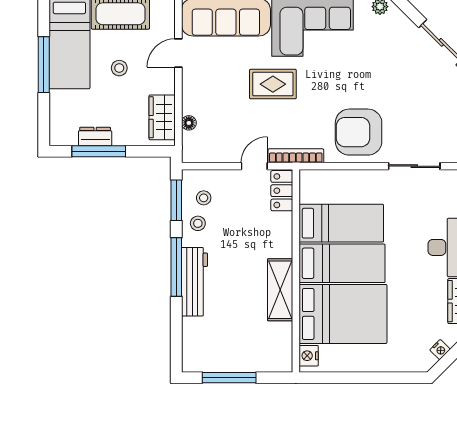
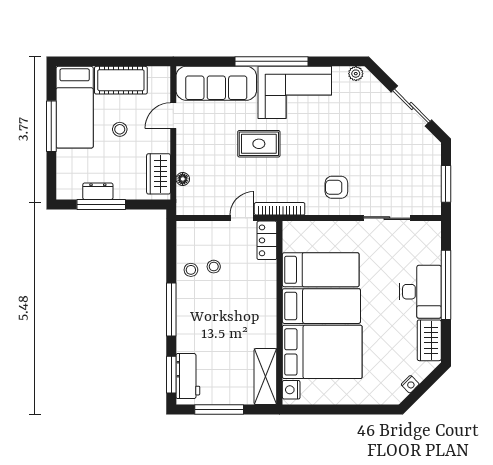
armchair: (359, 132) -> (336, 187), width x0.53, depth x0.53
stool: (204, 198) -> (214, 267), moved
window: (176, 200) -> (171, 375), moved
workbench: (194, 282) -> (188, 376), moved, width x0.73
shelving: (280, 290) -> (265, 377), moved

